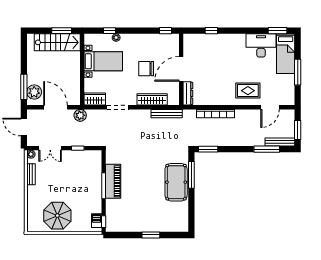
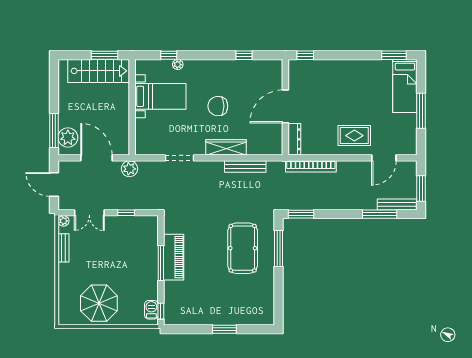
desk: (261, 45) -> (372, 75), removed
door: (181, 69) -> (285, 106), moved
wall: (181, 69) -> (285, 107), moved
dresser: (188, 93) -> (294, 139), moved
wardrobe: (95, 99) -> (149, 147), removed
pool table: (176, 182) -> (243, 248), moved

